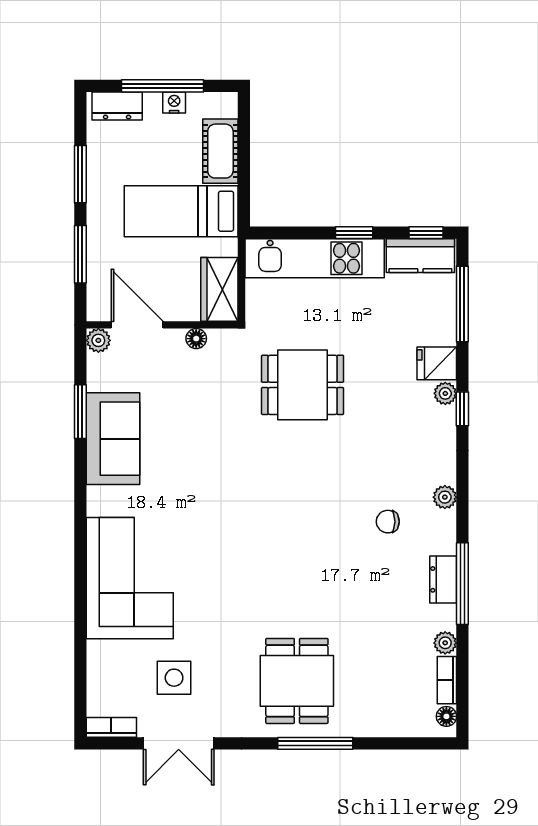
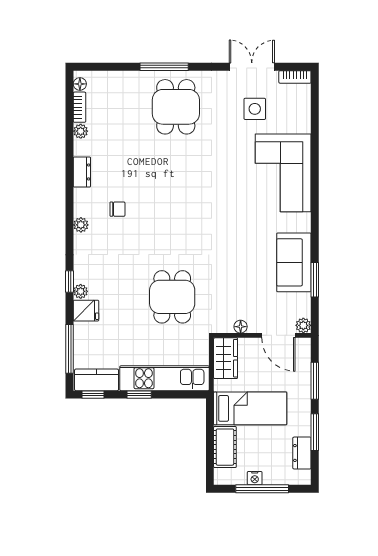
dresser: (117, 106) -> (302, 453), moved, turned -90
dining table: (303, 385) -> (172, 297), turned 90
window: (462, 584) -> (70, 169), removed

